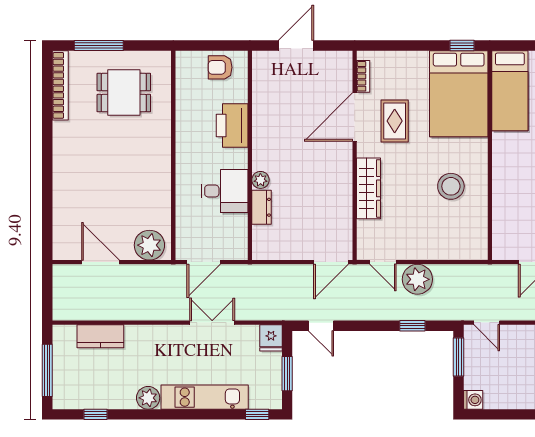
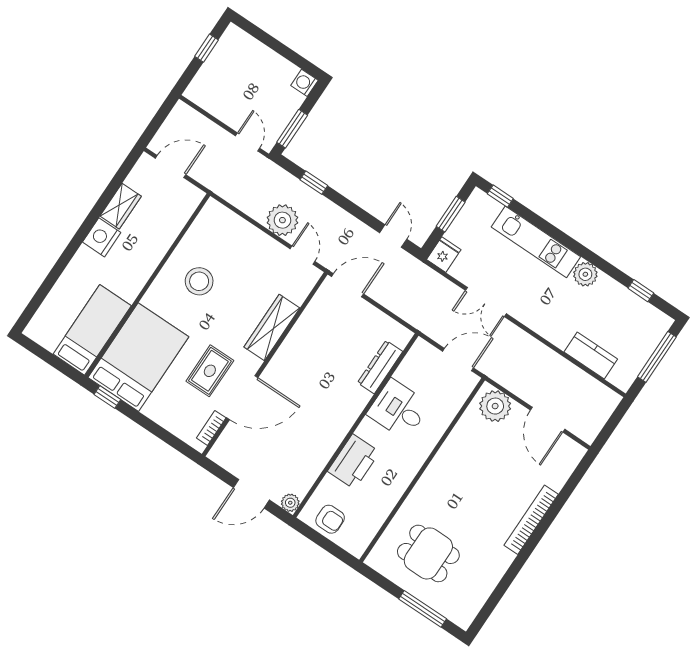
bookcase: (60, 85) -> (531, 520), moved
plant: (260, 180) -> (290, 503), moved
dresser: (262, 207) -> (380, 367), width x1.44

